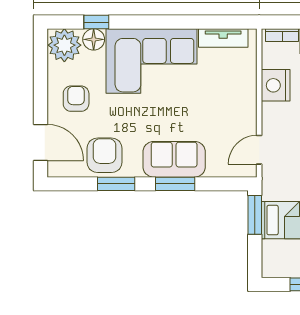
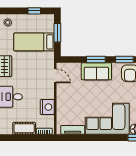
door: (259, 150) -> (55, 76), hinge flipped
window: (255, 215) -> (57, 33), moved

